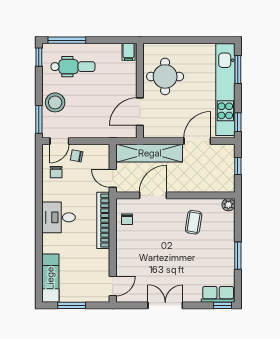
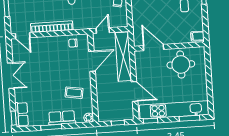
door: (153, 195) -> (92, 61), hinge flipped
bookcase: (103, 220) -> (52, 27), moved
row of seats: (226, 241) -> (62, 118), added

